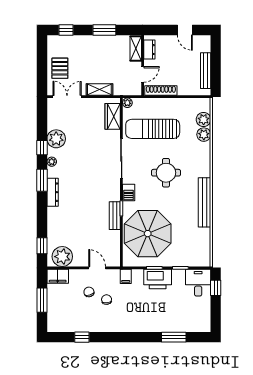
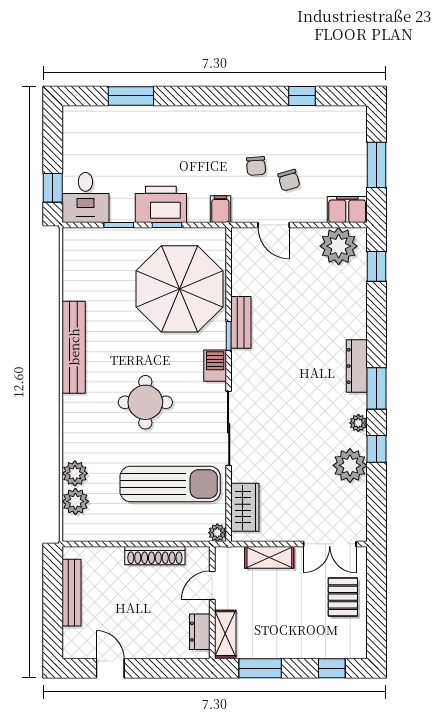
shelving: (136, 49) -> (225, 634), moved
dresser: (149, 50) -> (200, 632), moved
wall: (143, 65) -> (212, 603), moved
door: (143, 74) -> (212, 585), moved

